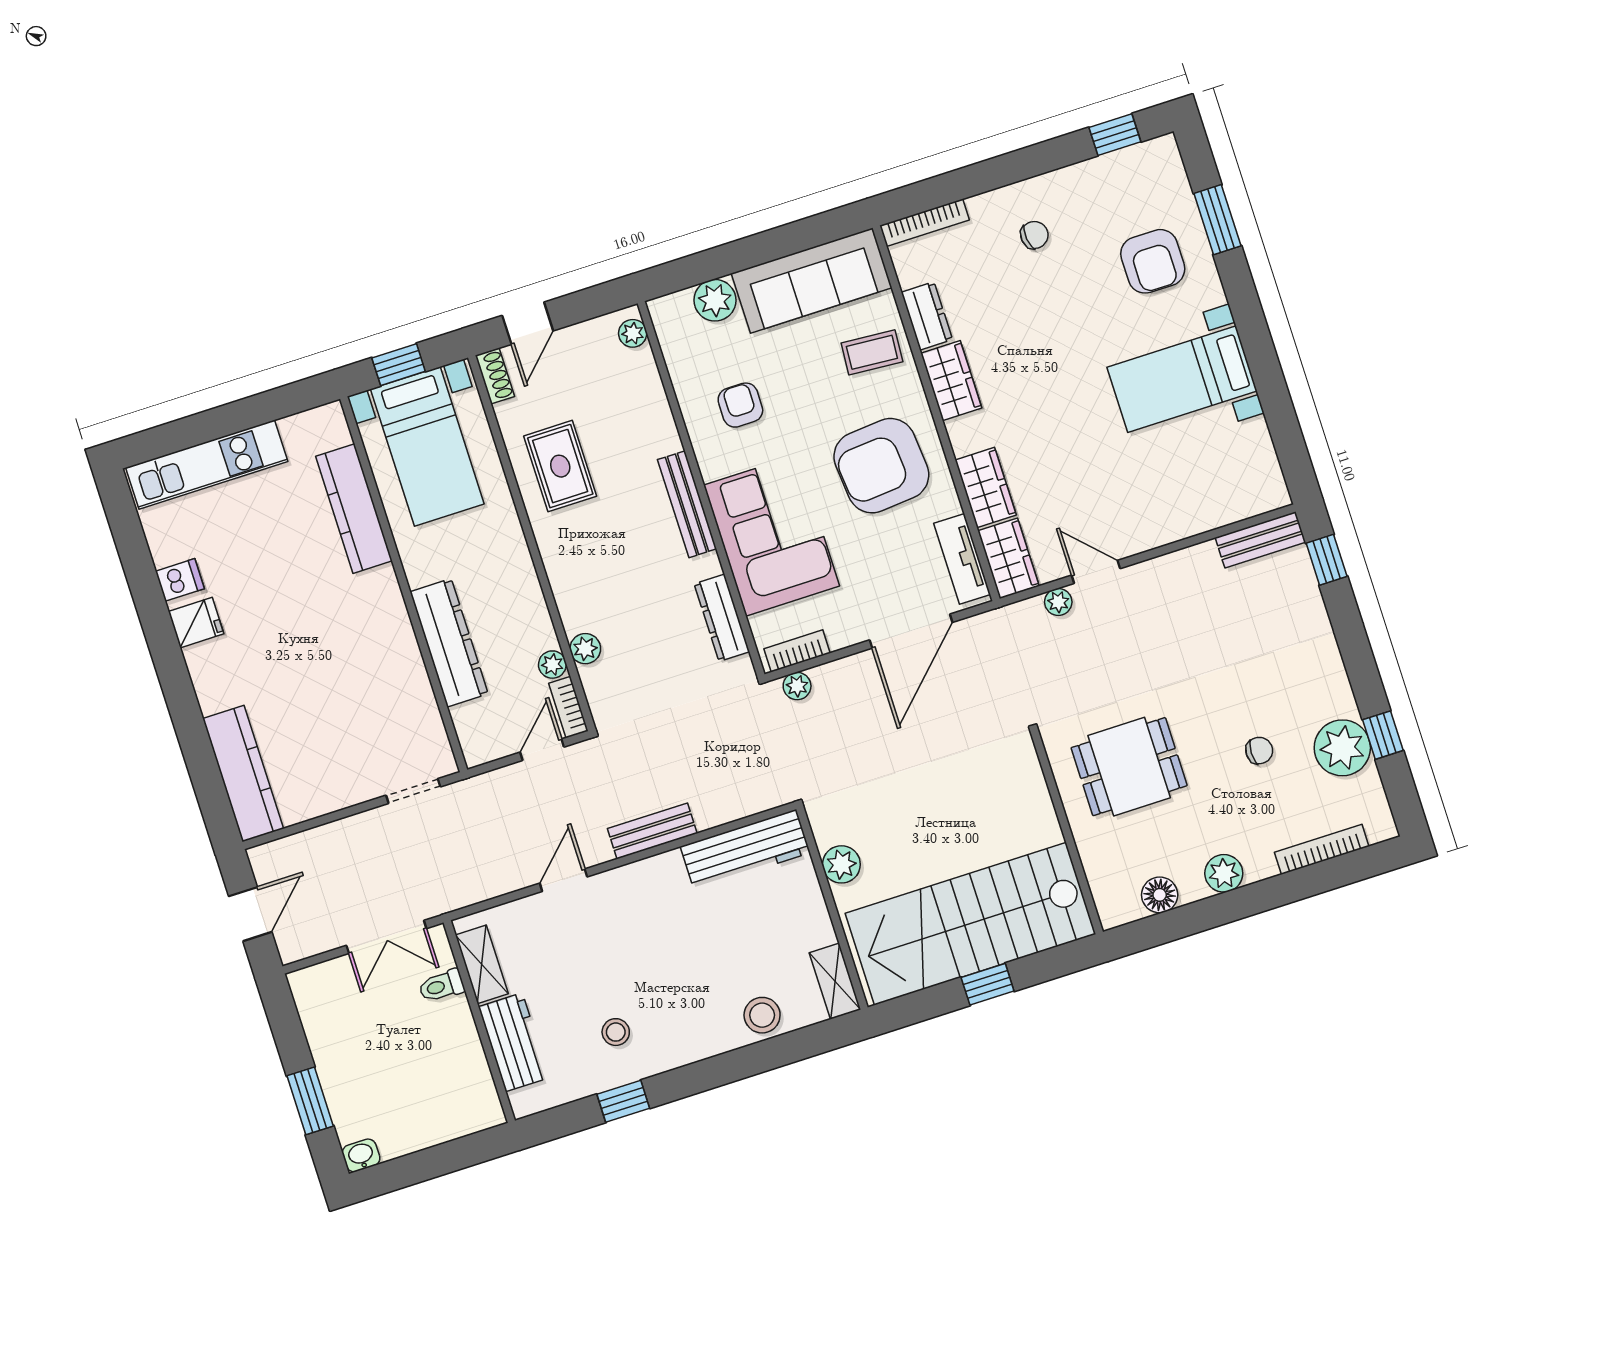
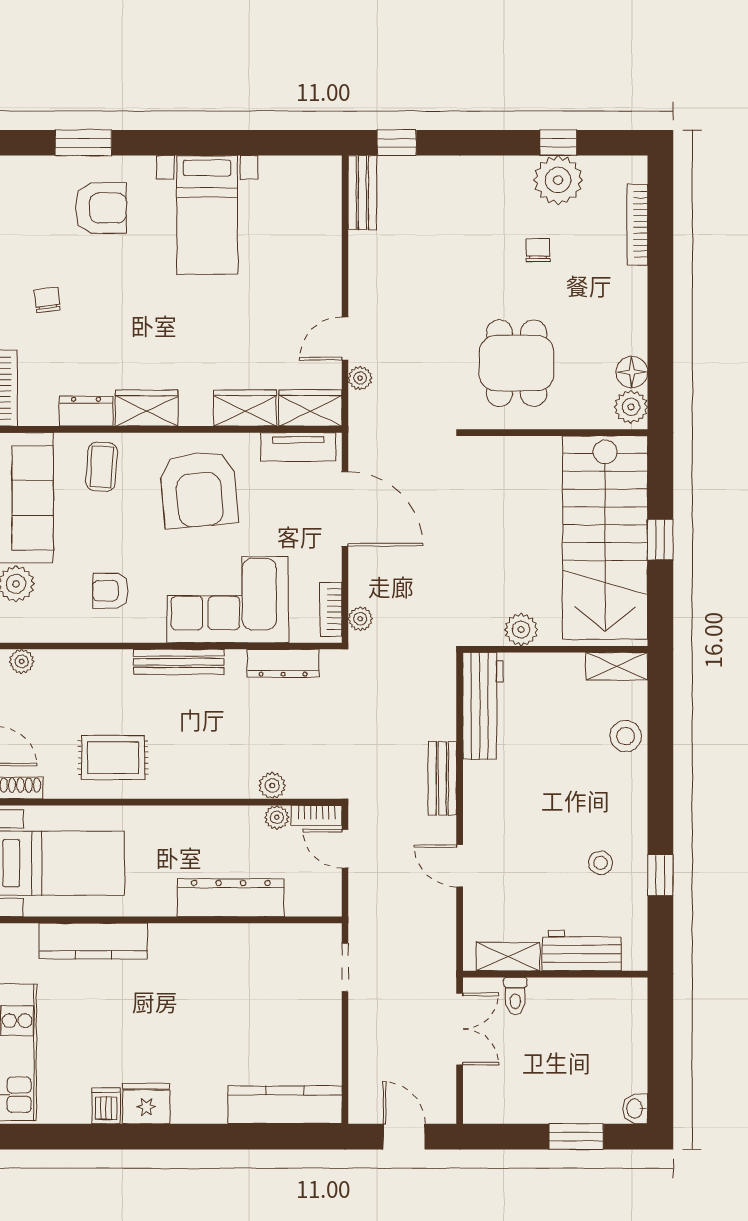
fridge: (196, 623) -> (146, 1104), width x1.38
plant: (1224, 873) -> (631, 407), moved

